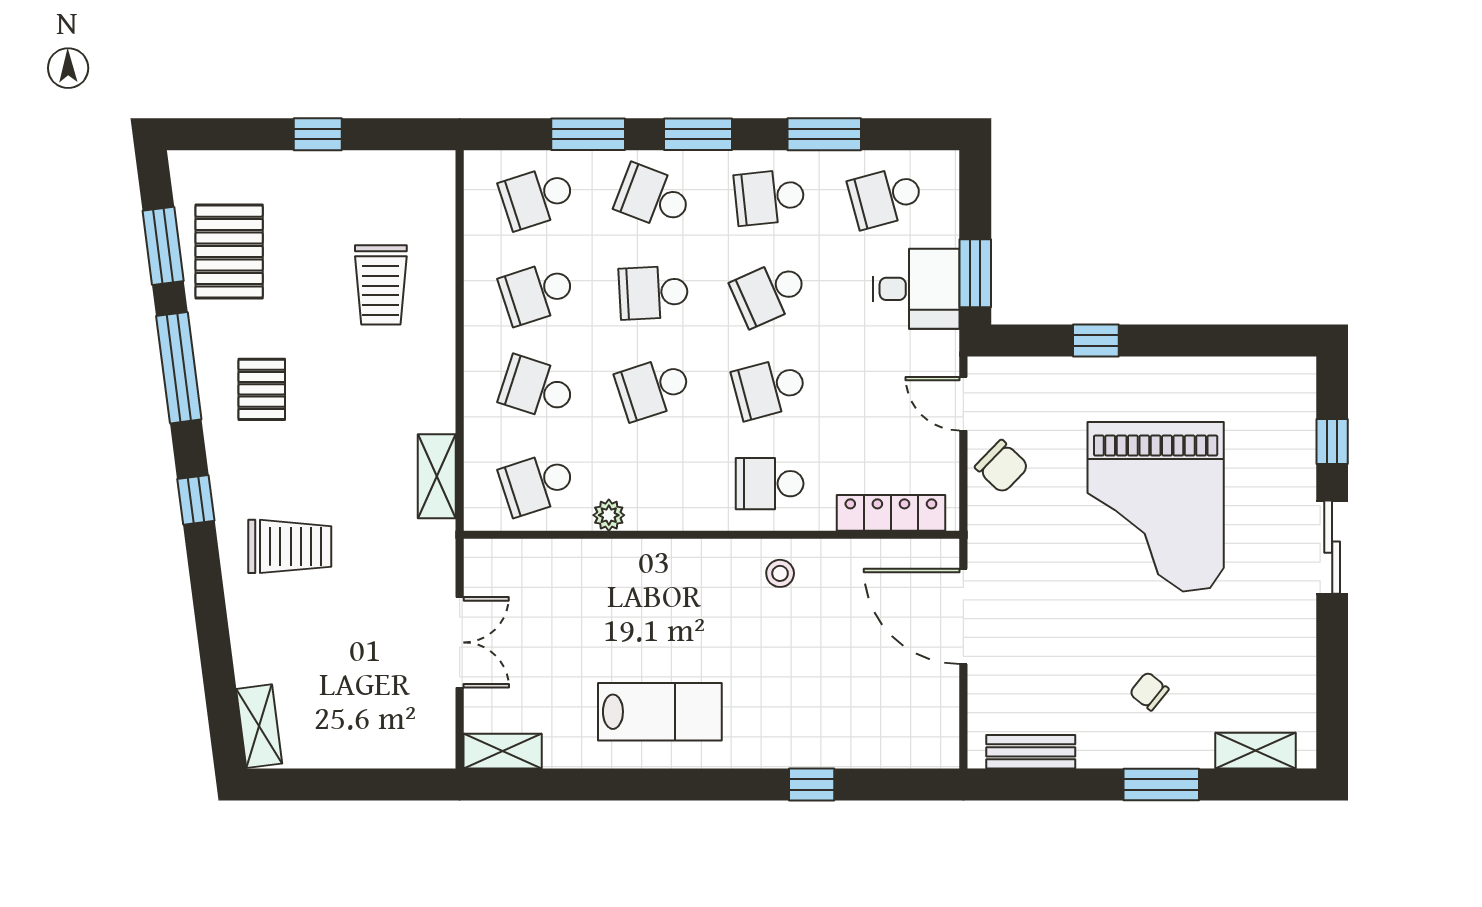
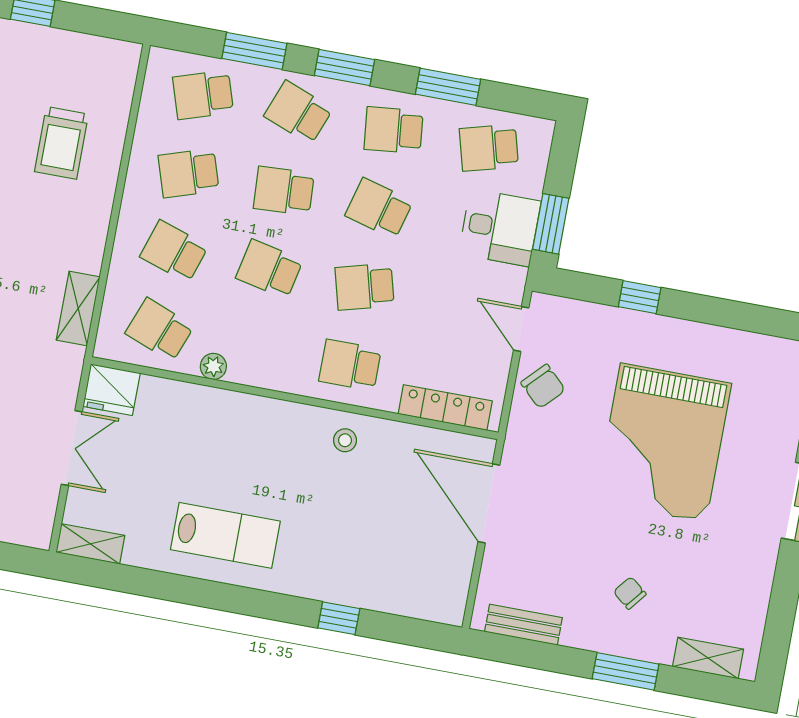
school desk: (770, 293) -> (379, 208), turned 39
school desk: (653, 388) -> (269, 269), turned 30
school desk: (537, 484) -> (160, 330), turned 39
fridge: (494, 565) -> (112, 390), added

